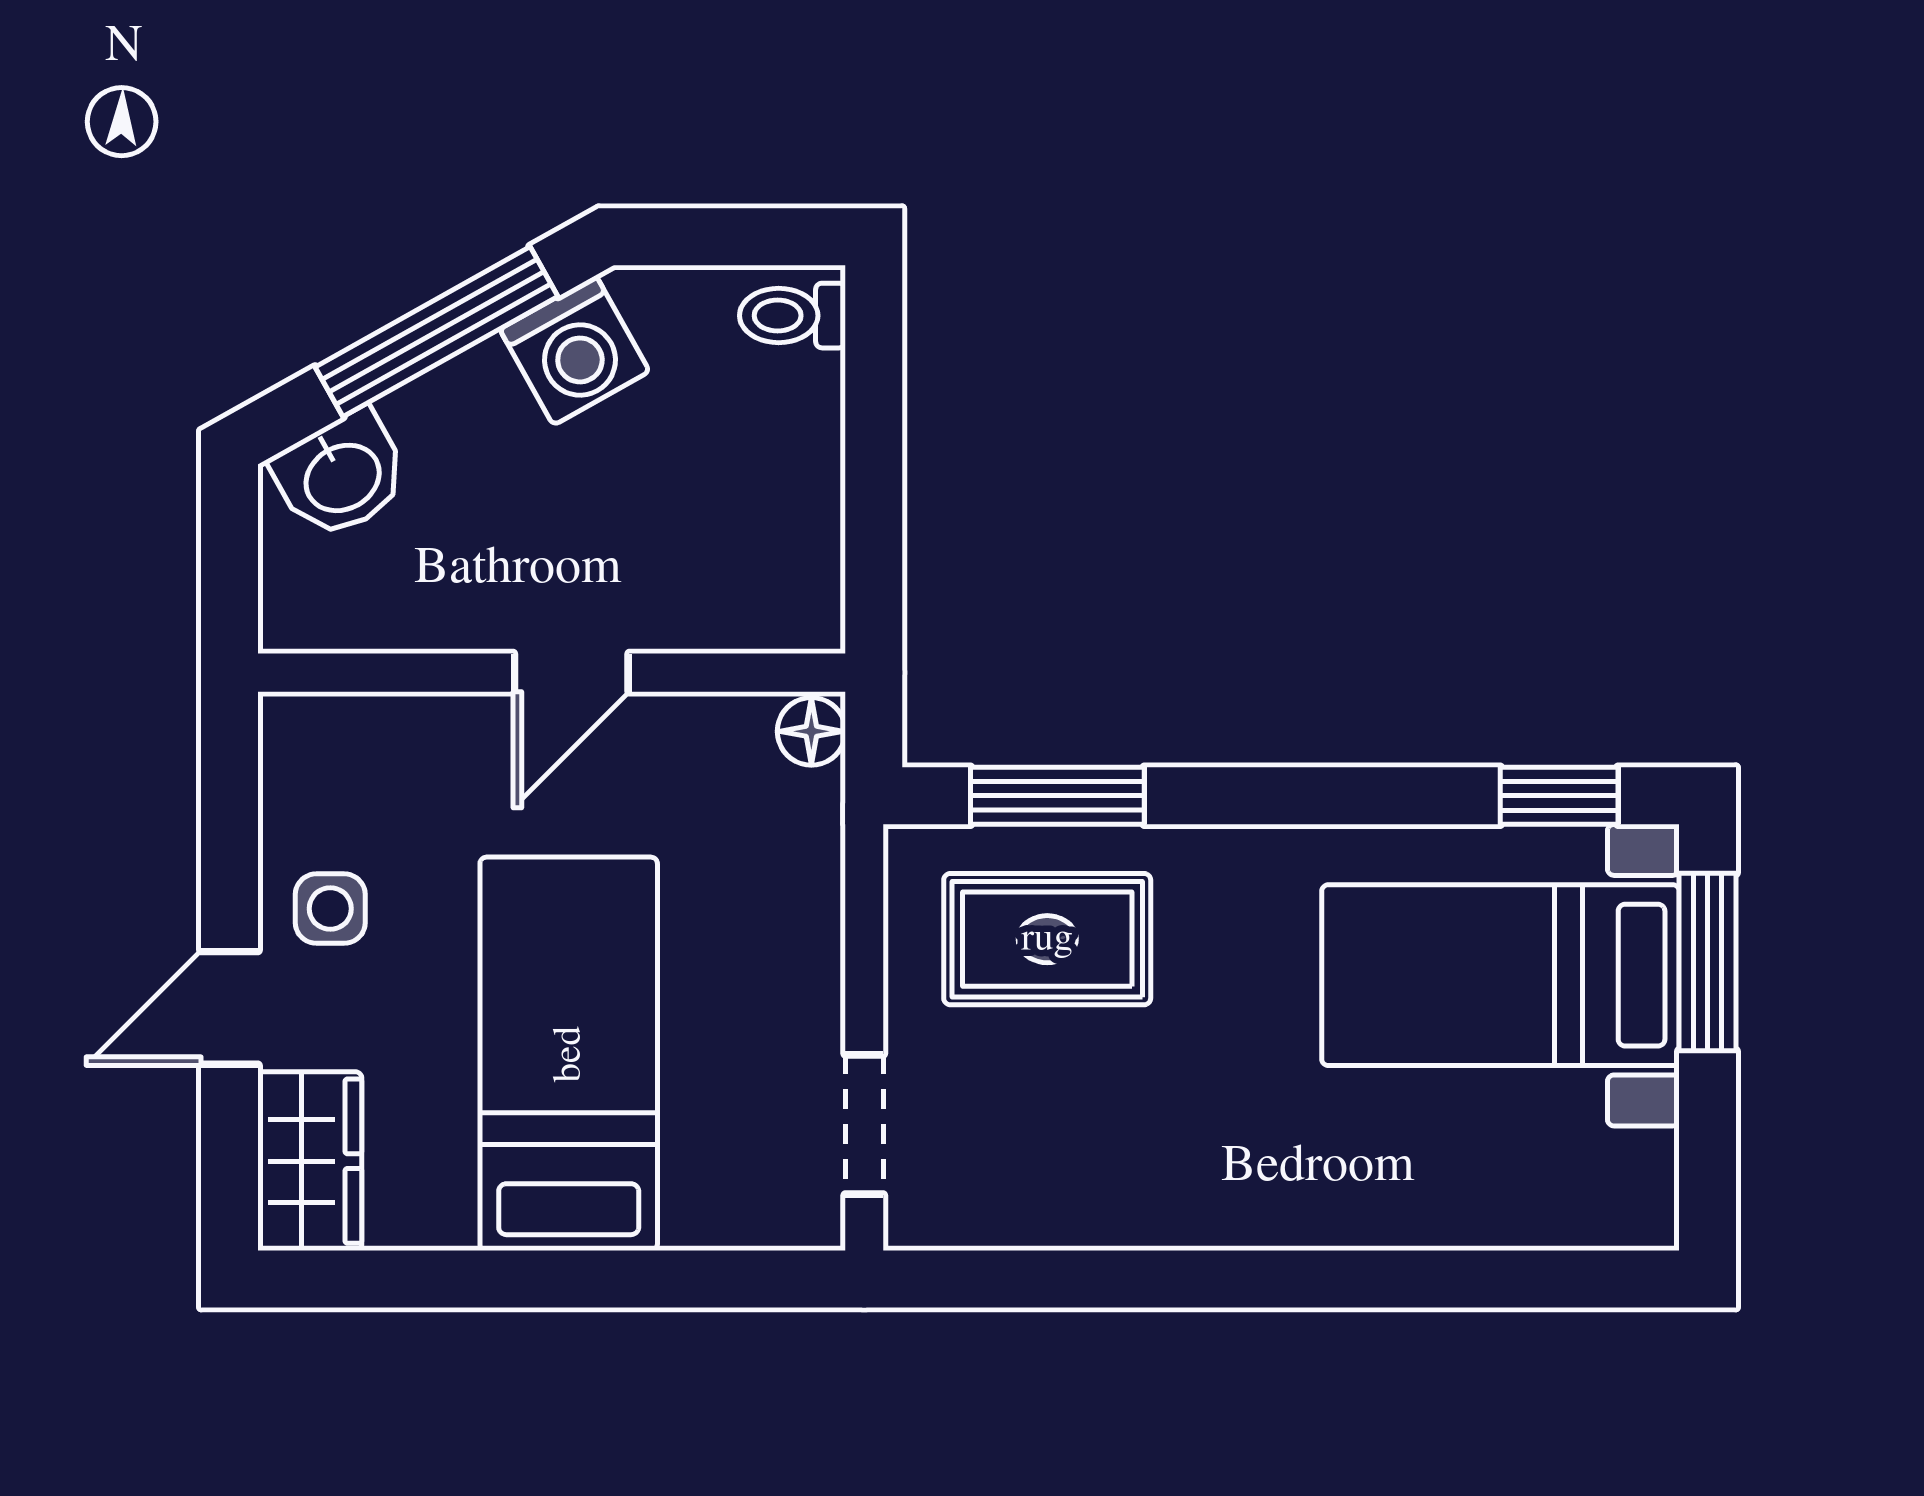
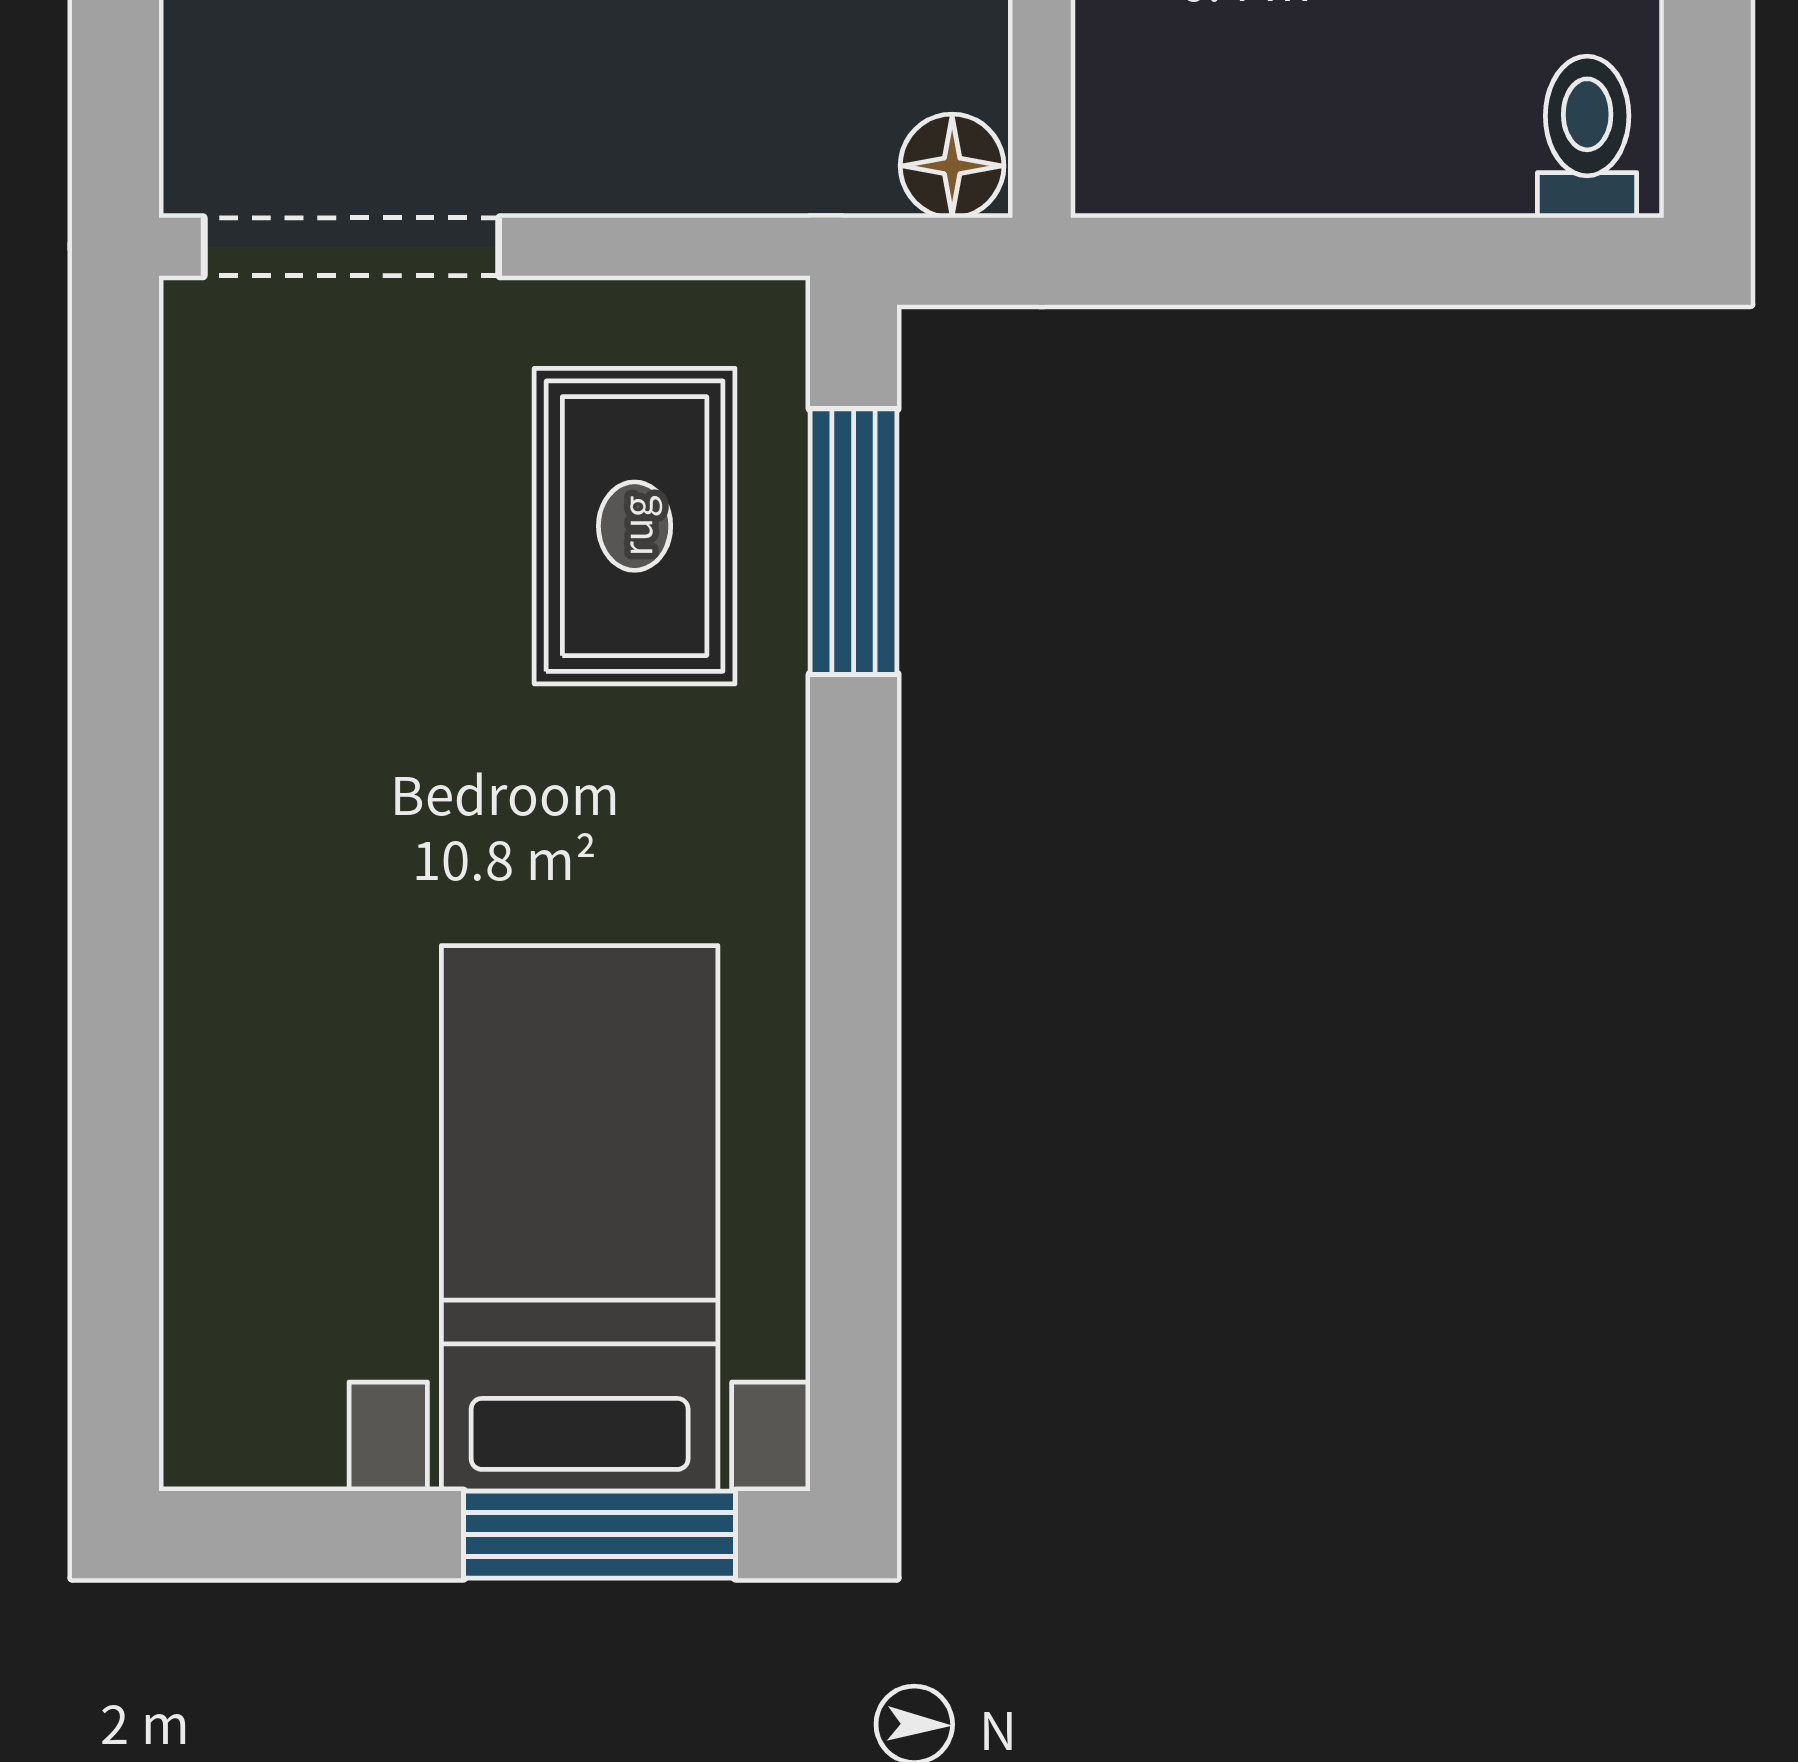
window: (1559, 796) -> (854, 1308), removed
doorway: (864, 1124) -> (352, 247), width x1.38

